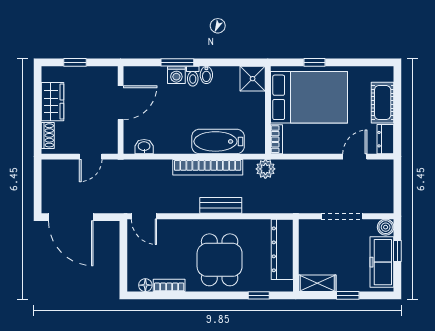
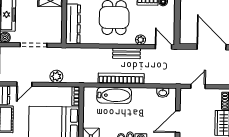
plant: (265, 169) -> (56, 76), moved
bench: (221, 205) -> (126, 53), moved
plant: (179, 227) -> (141, 40), added

